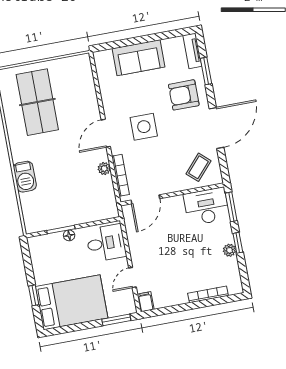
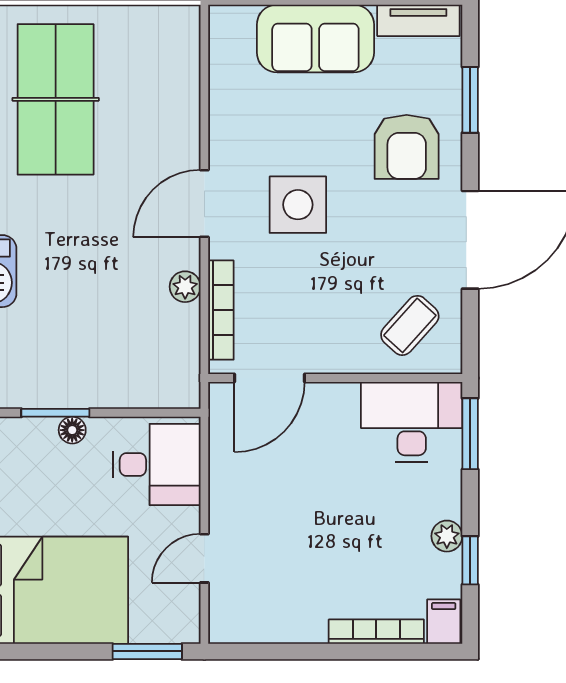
tv unit: (192, 51) -> (418, 20), moved, turned -90
armchair: (184, 95) -> (407, 147), turned -90
window: (238, 243) -> (470, 560), moved
filing cabinet: (146, 302) -> (444, 622), moved

